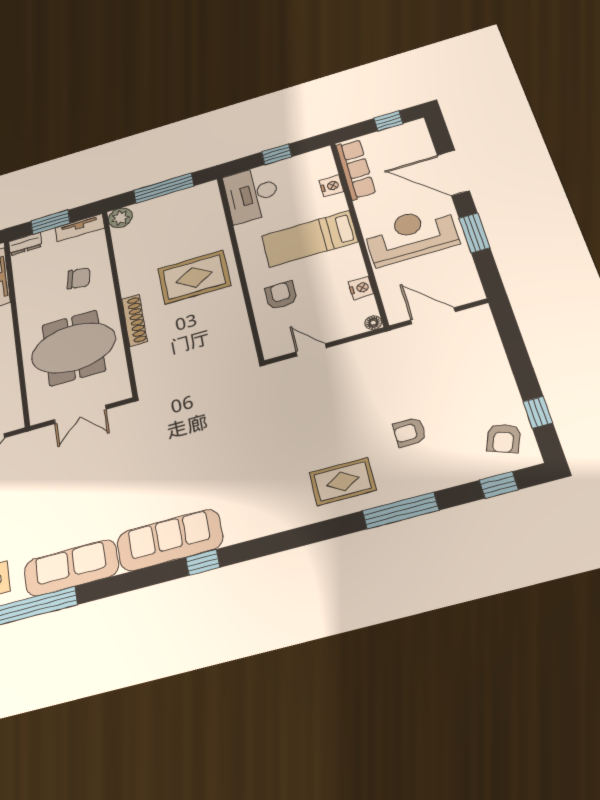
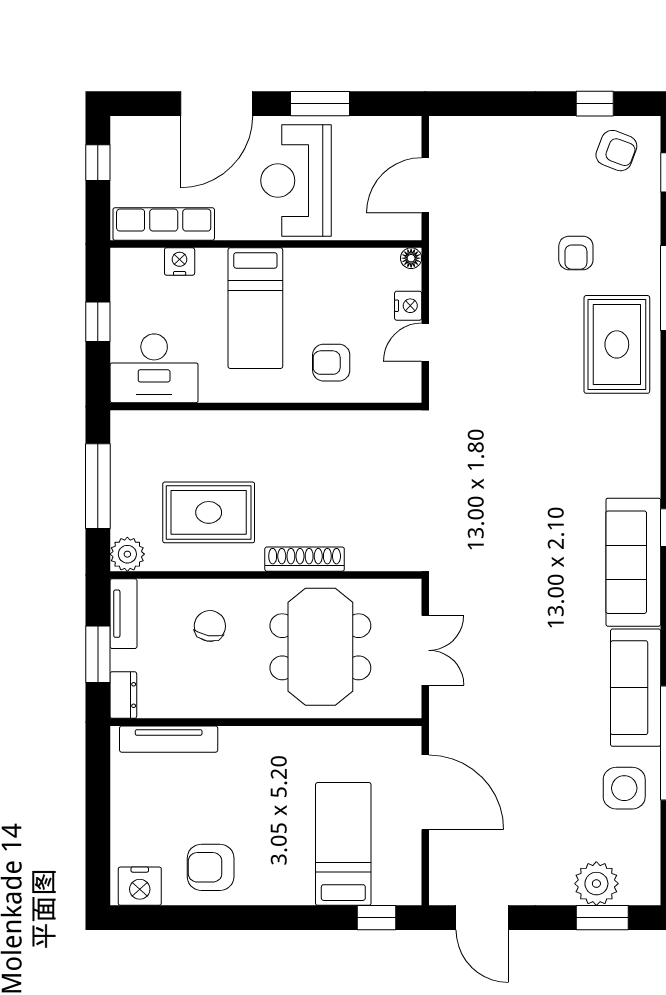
rug: (194, 277) -> (209, 512), moved, turned 90
nightstand: (361, 288) -> (408, 306), moved, turned 90
rug: (343, 481) -> (617, 344), width x1.36, depth x1.43

